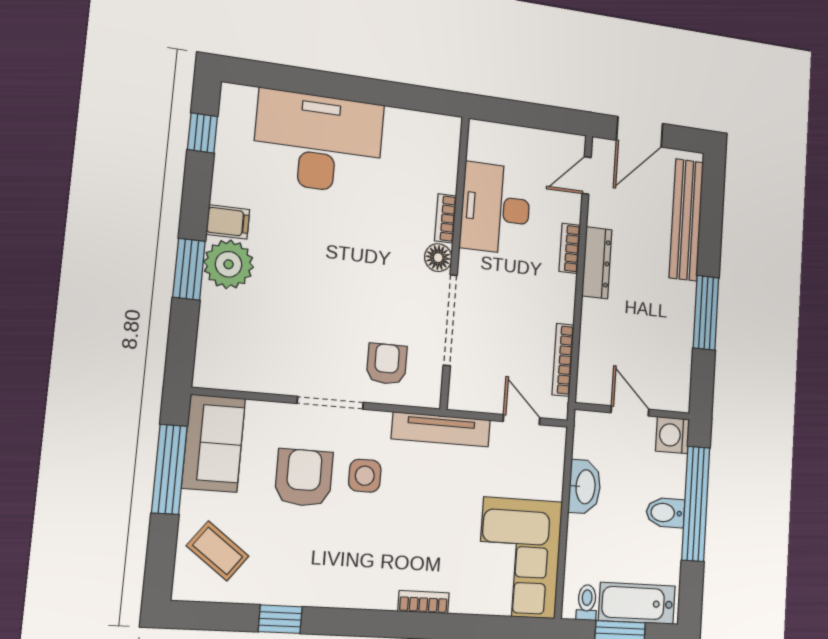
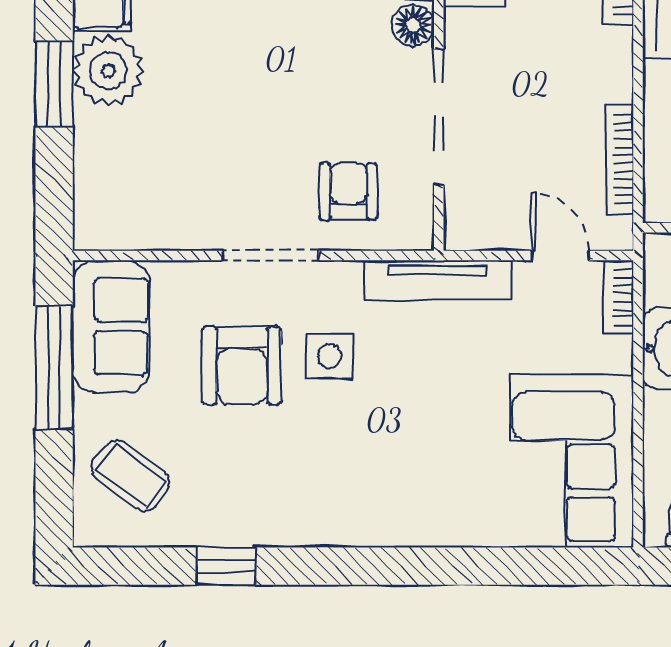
armchair: (304, 478) -> (242, 366), turned 180
bookcase: (423, 602) -> (619, 298), moved, turned -90

